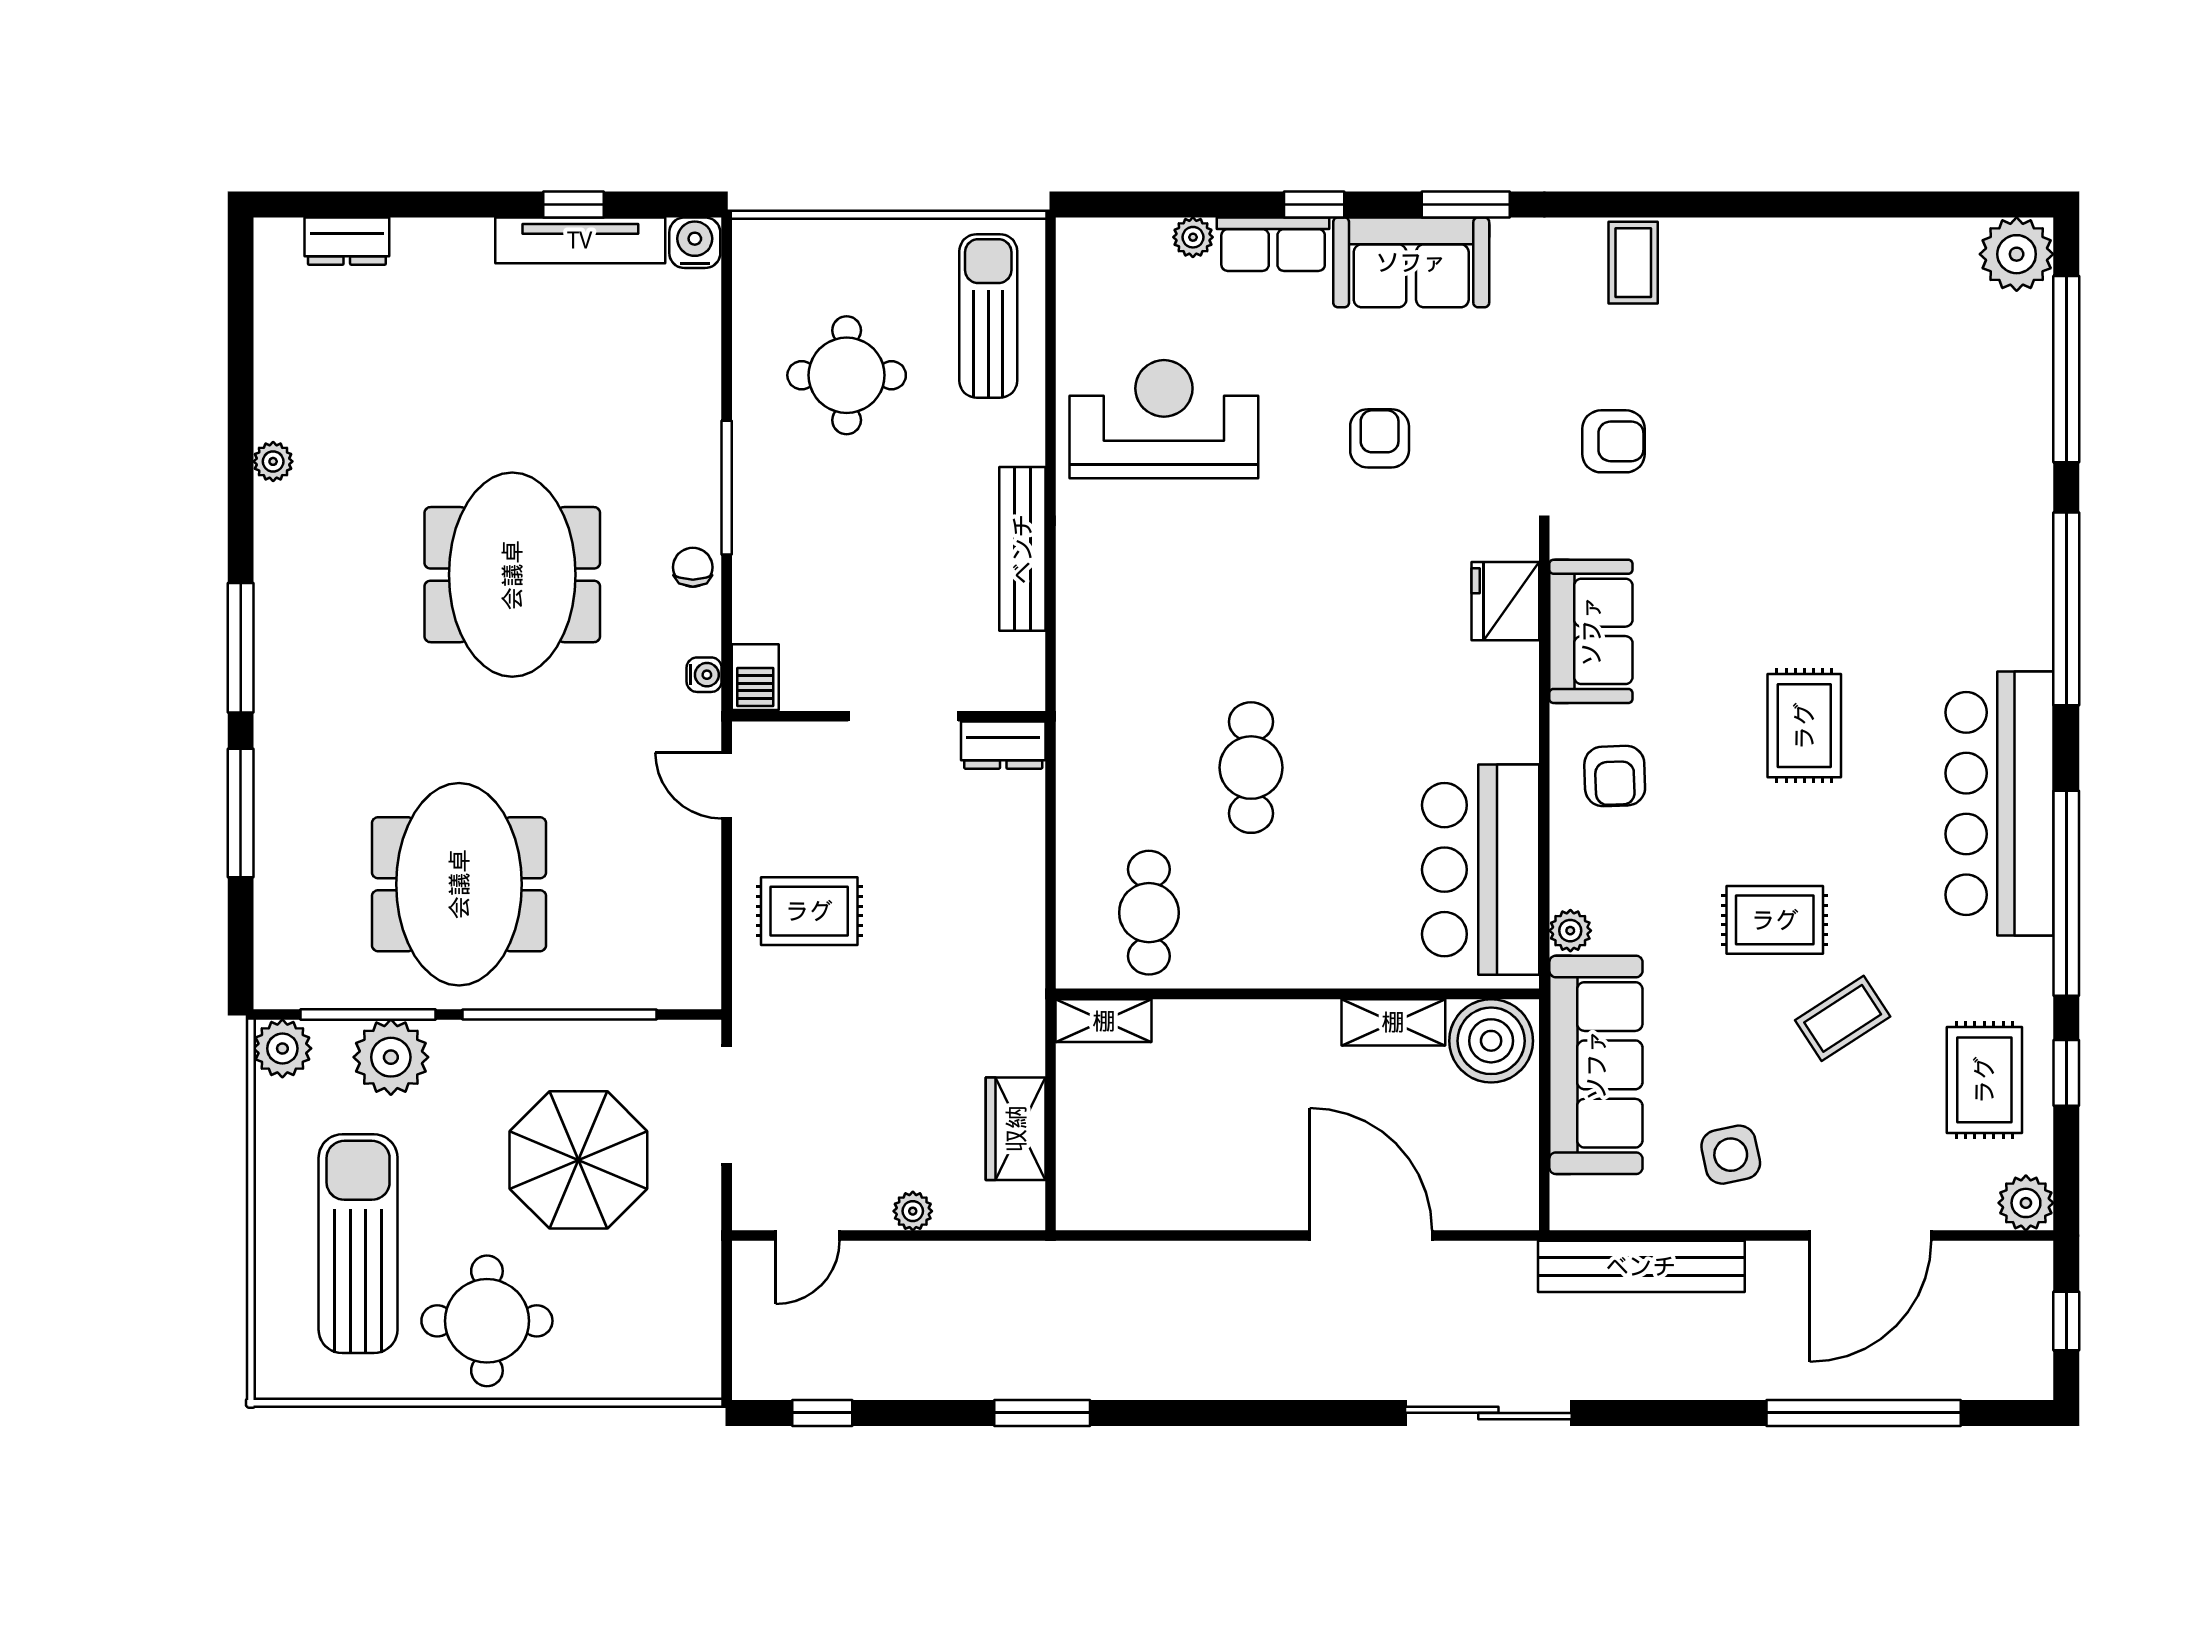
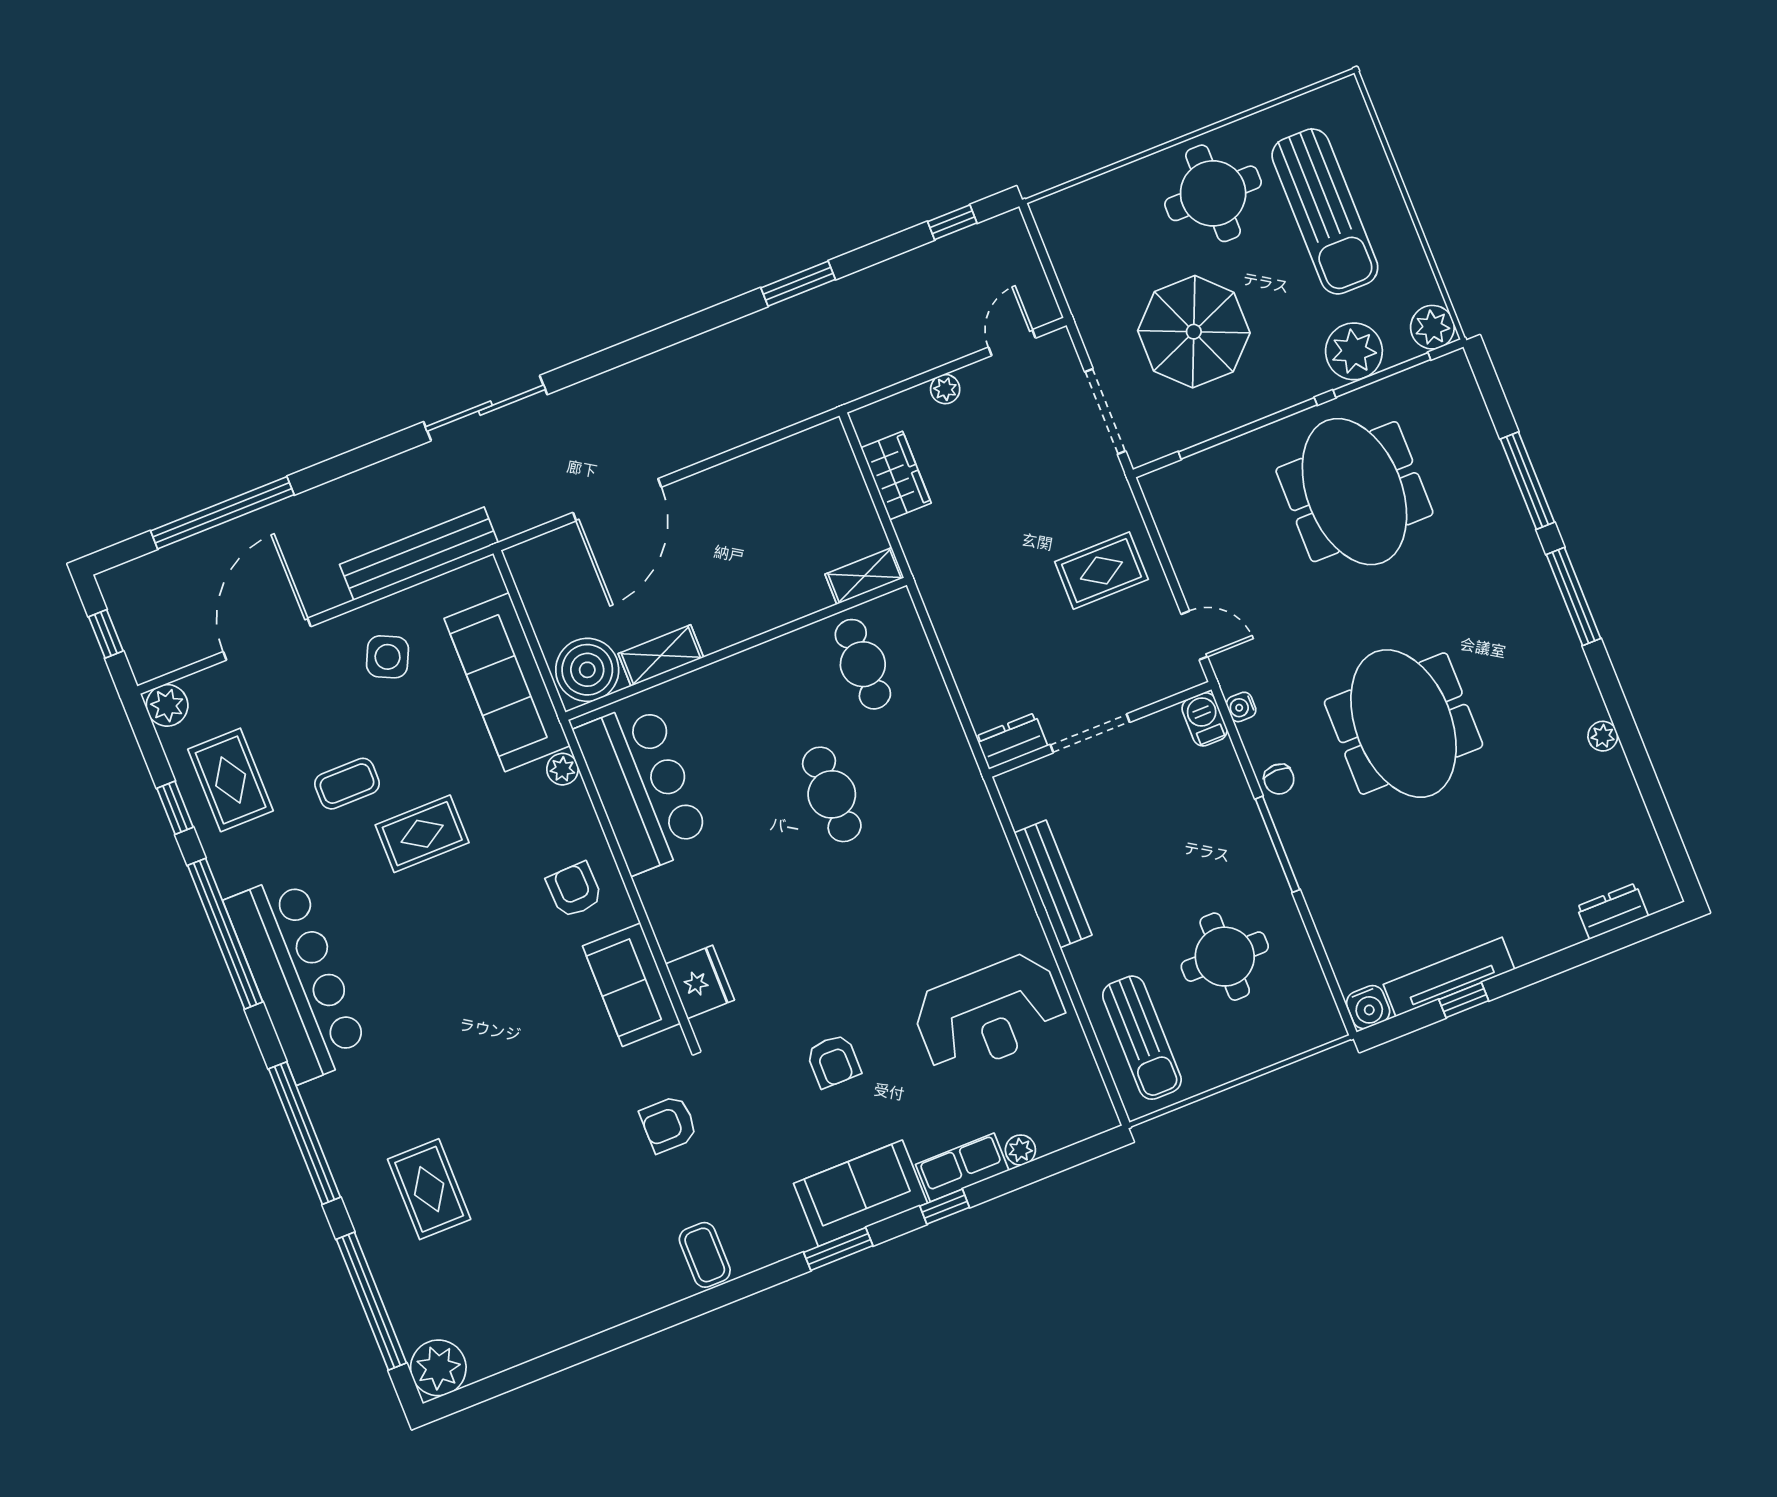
rug: (1804, 726) -> (429, 1189), moved
coffee table: (1843, 1018) -> (347, 784), turned 33
side table: (1731, 1155) -> (388, 657), turned 37
door: (1371, 1236) -> (617, 500), hinge flipped

